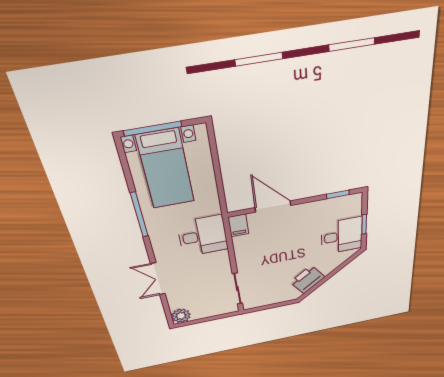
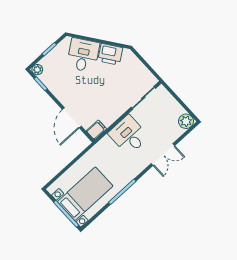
plant: (355, 200) -> (37, 70), added
desk: (203, 236) -> (129, 135), moved
desk: (342, 236) -> (83, 55), moved, turned 54

